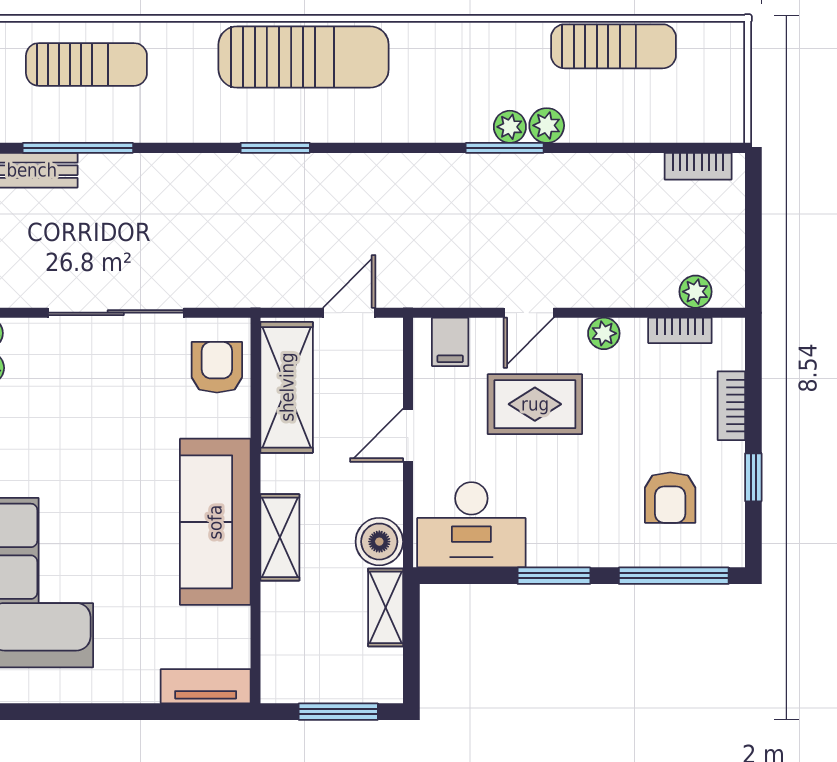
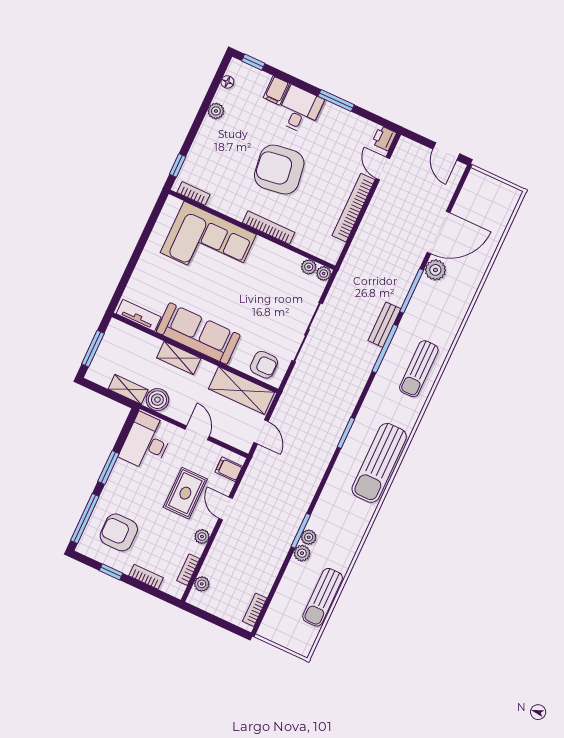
armchair: (670, 498) -> (119, 532), width x1.38, depth x1.38
tv unit: (206, 686) -> (139, 315), moved, turned -90

